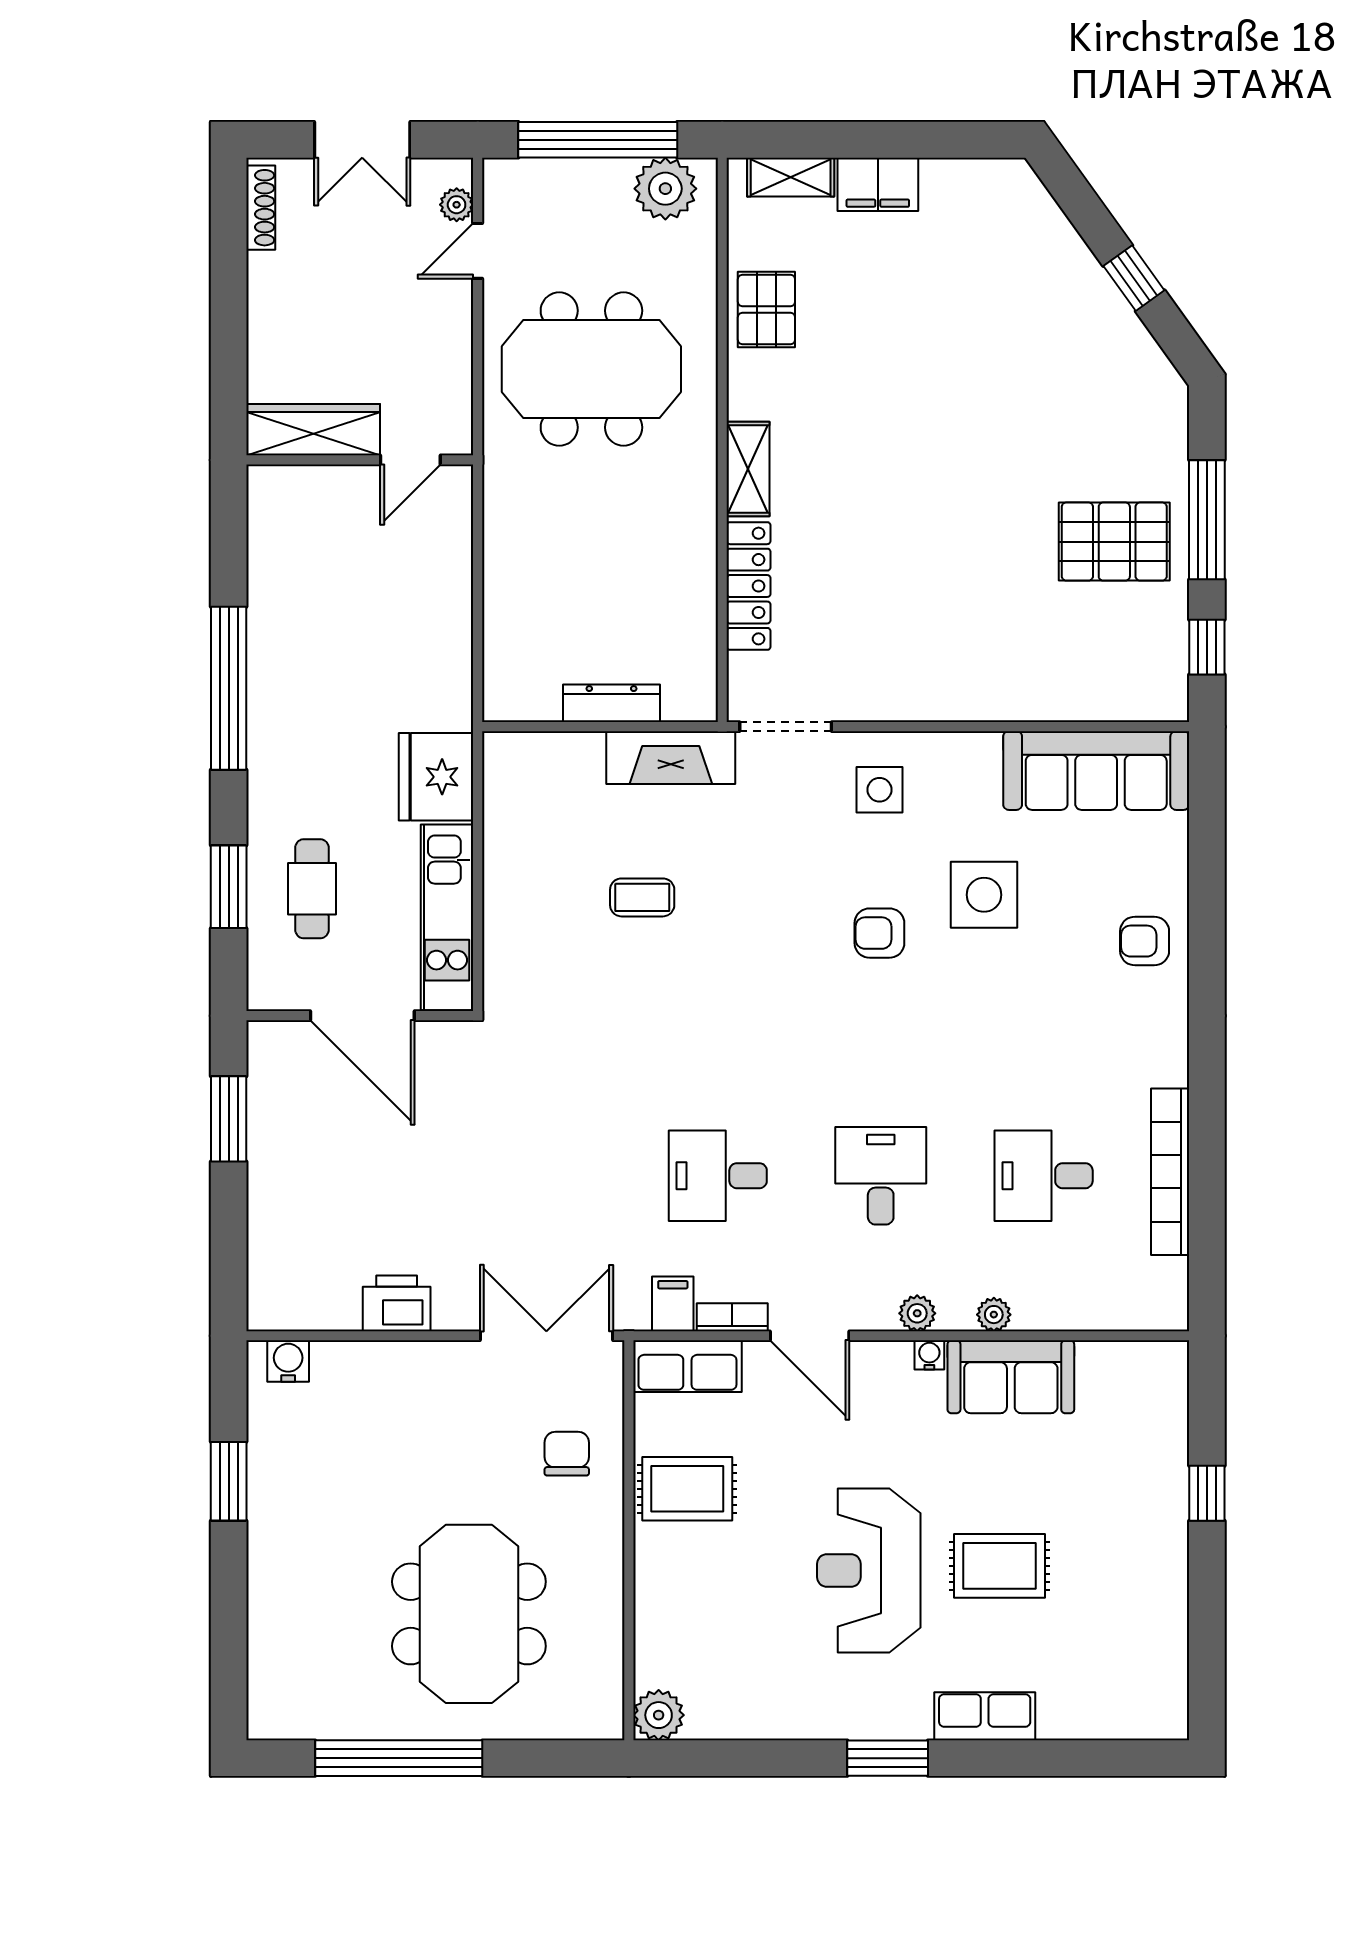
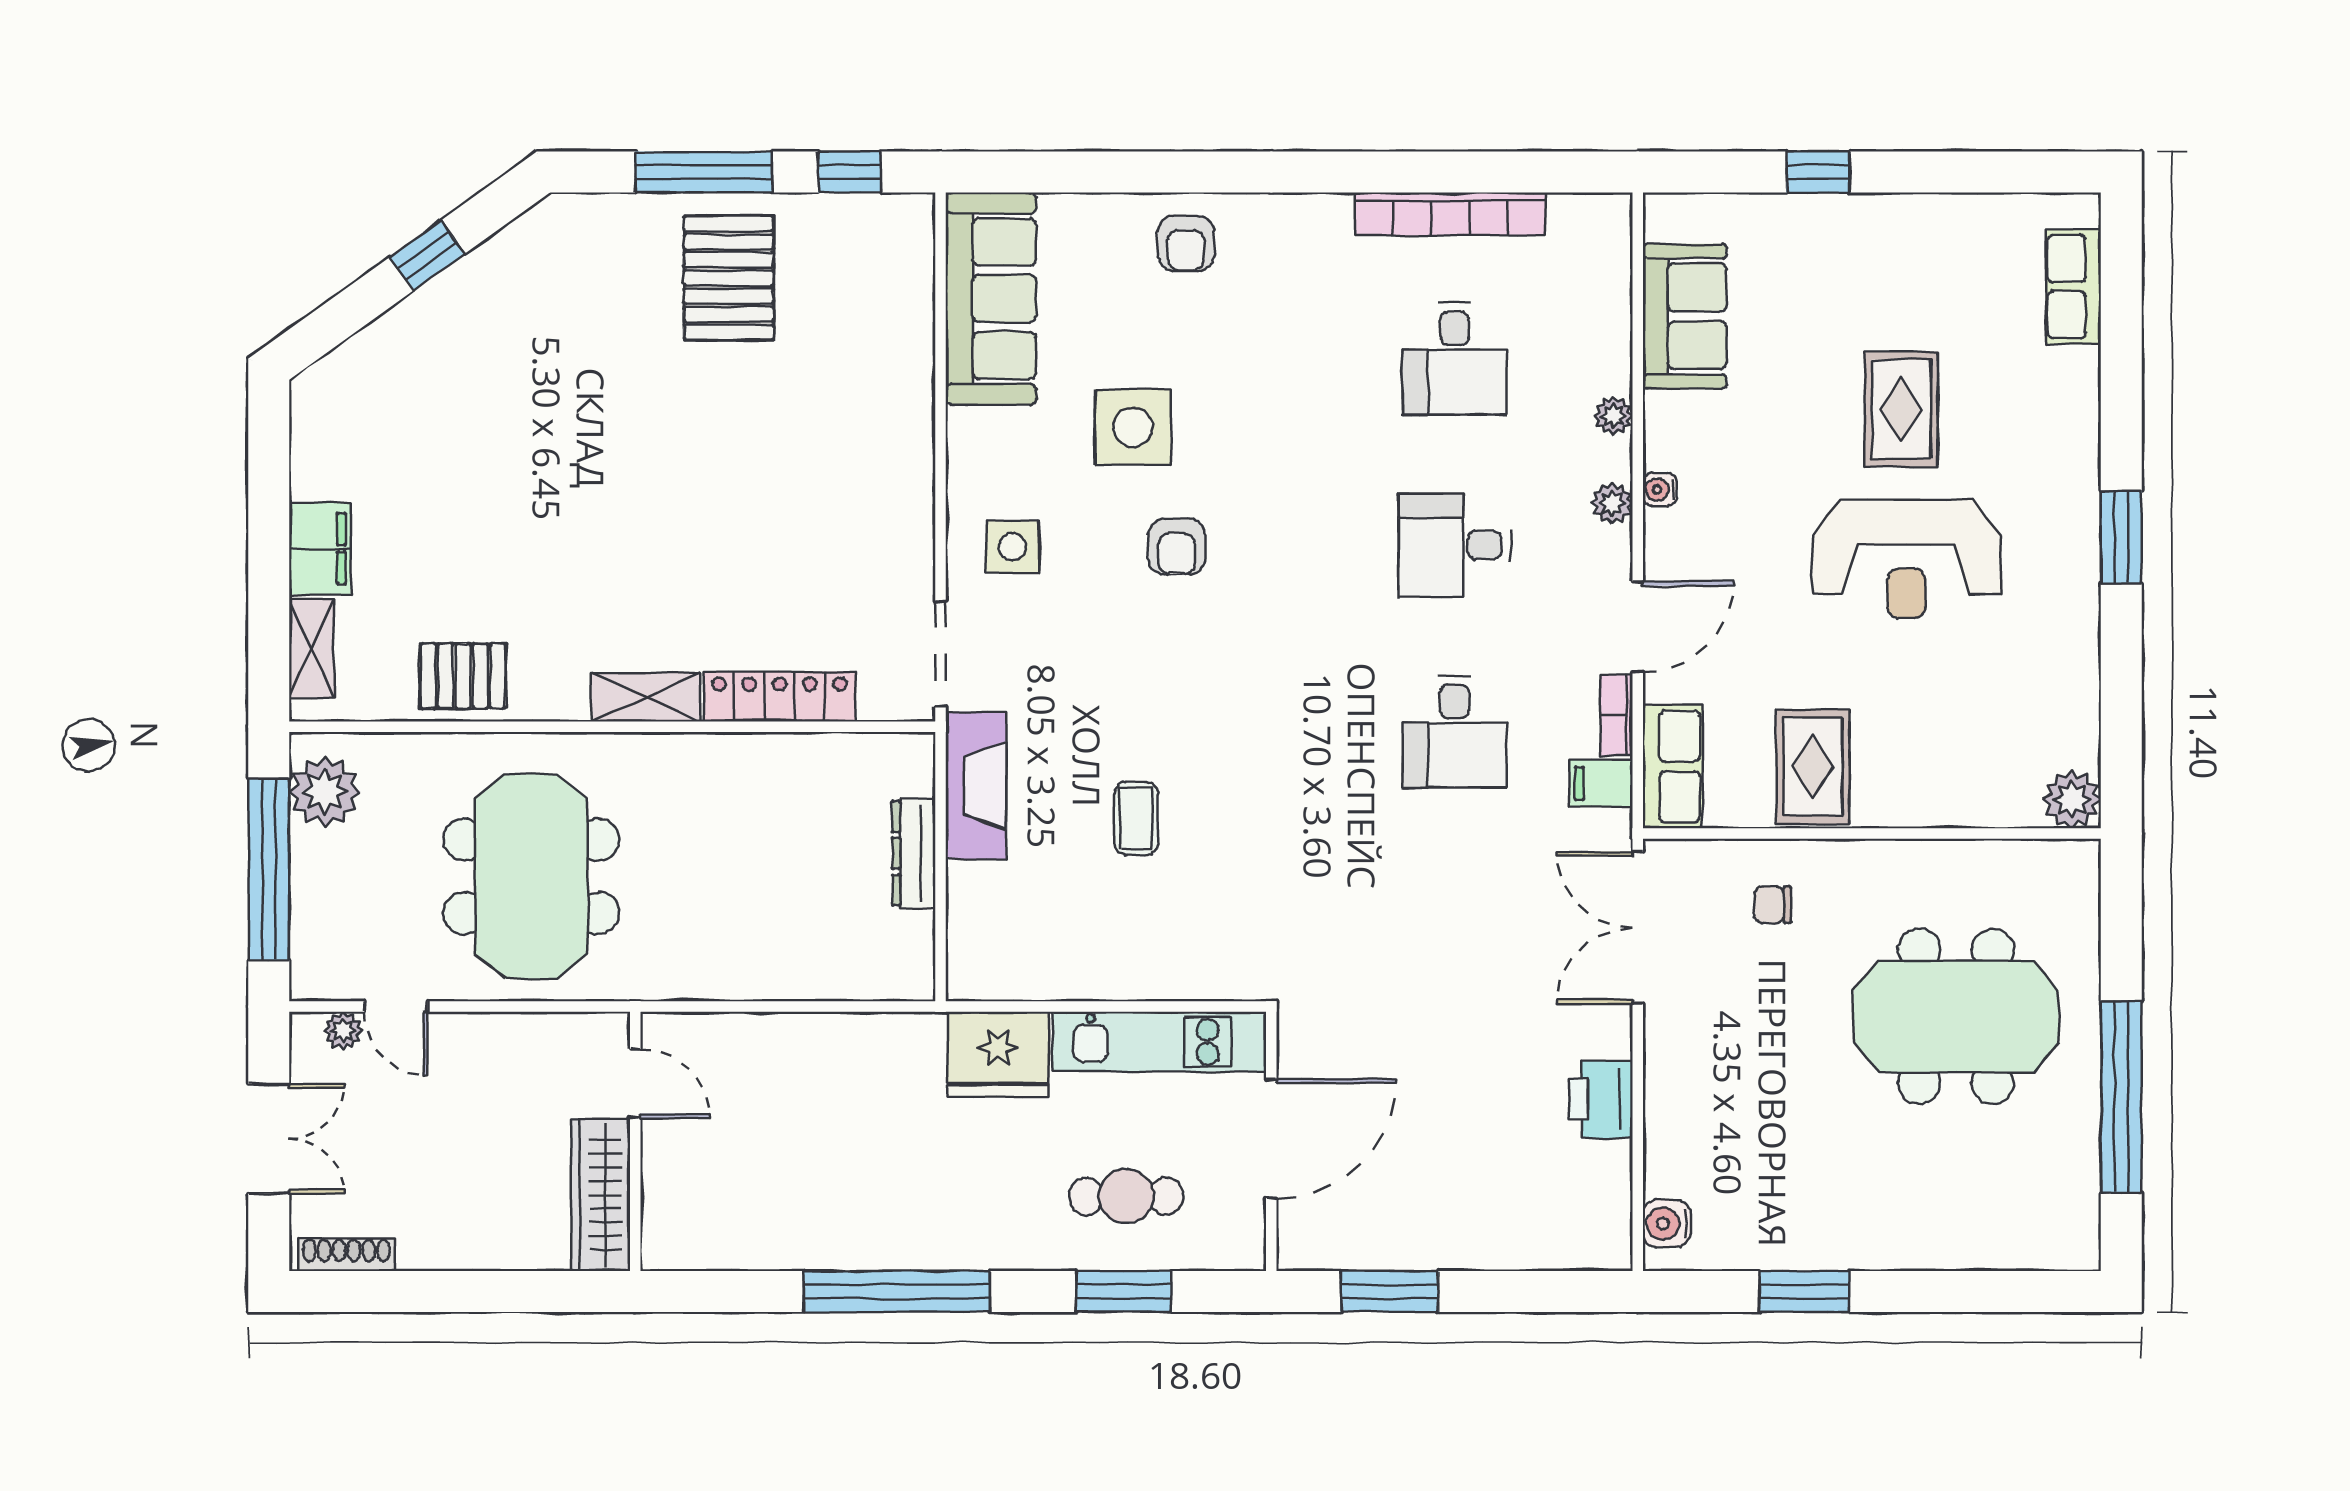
sofa: (1011, 1377) -> (1685, 316), moved
chair: (567, 1454) -> (1773, 905), width x0.73, depth x0.73
row of seats: (985, 1716) -> (2073, 287), moved

